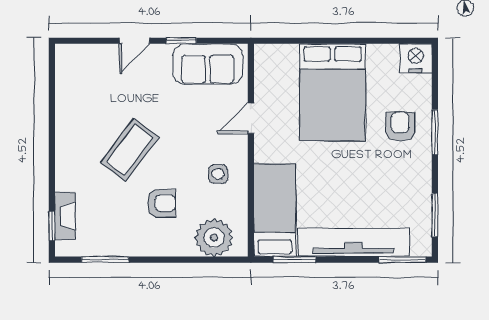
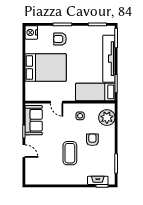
coffee table: (129, 150) -> (70, 153), turned 53

